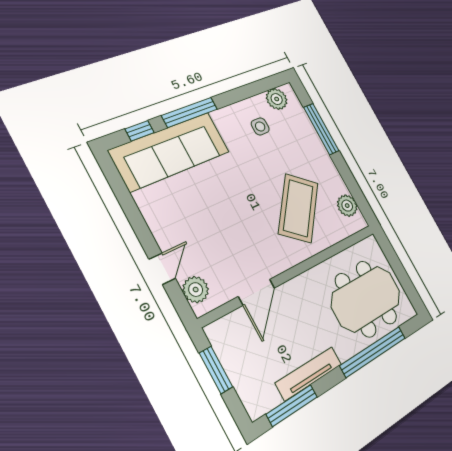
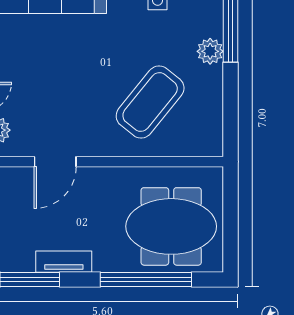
plant: (347, 206) -> (210, 51), moved
tv unit: (309, 374) -> (64, 262), width x0.71

